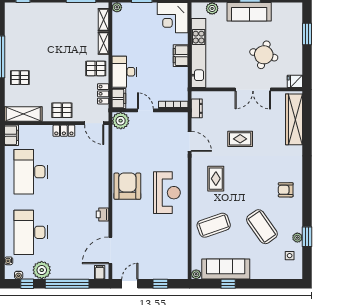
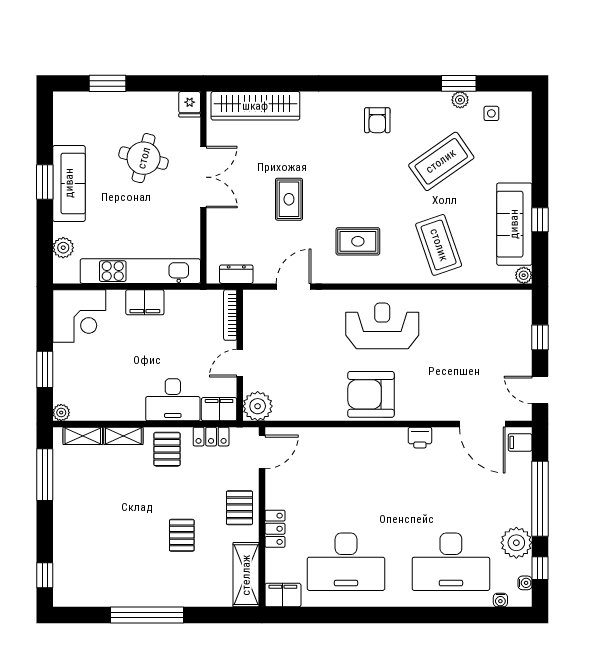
pallet: (20, 78) -> (182, 535), moved
locker: (64, 131) -> (275, 529), moved

